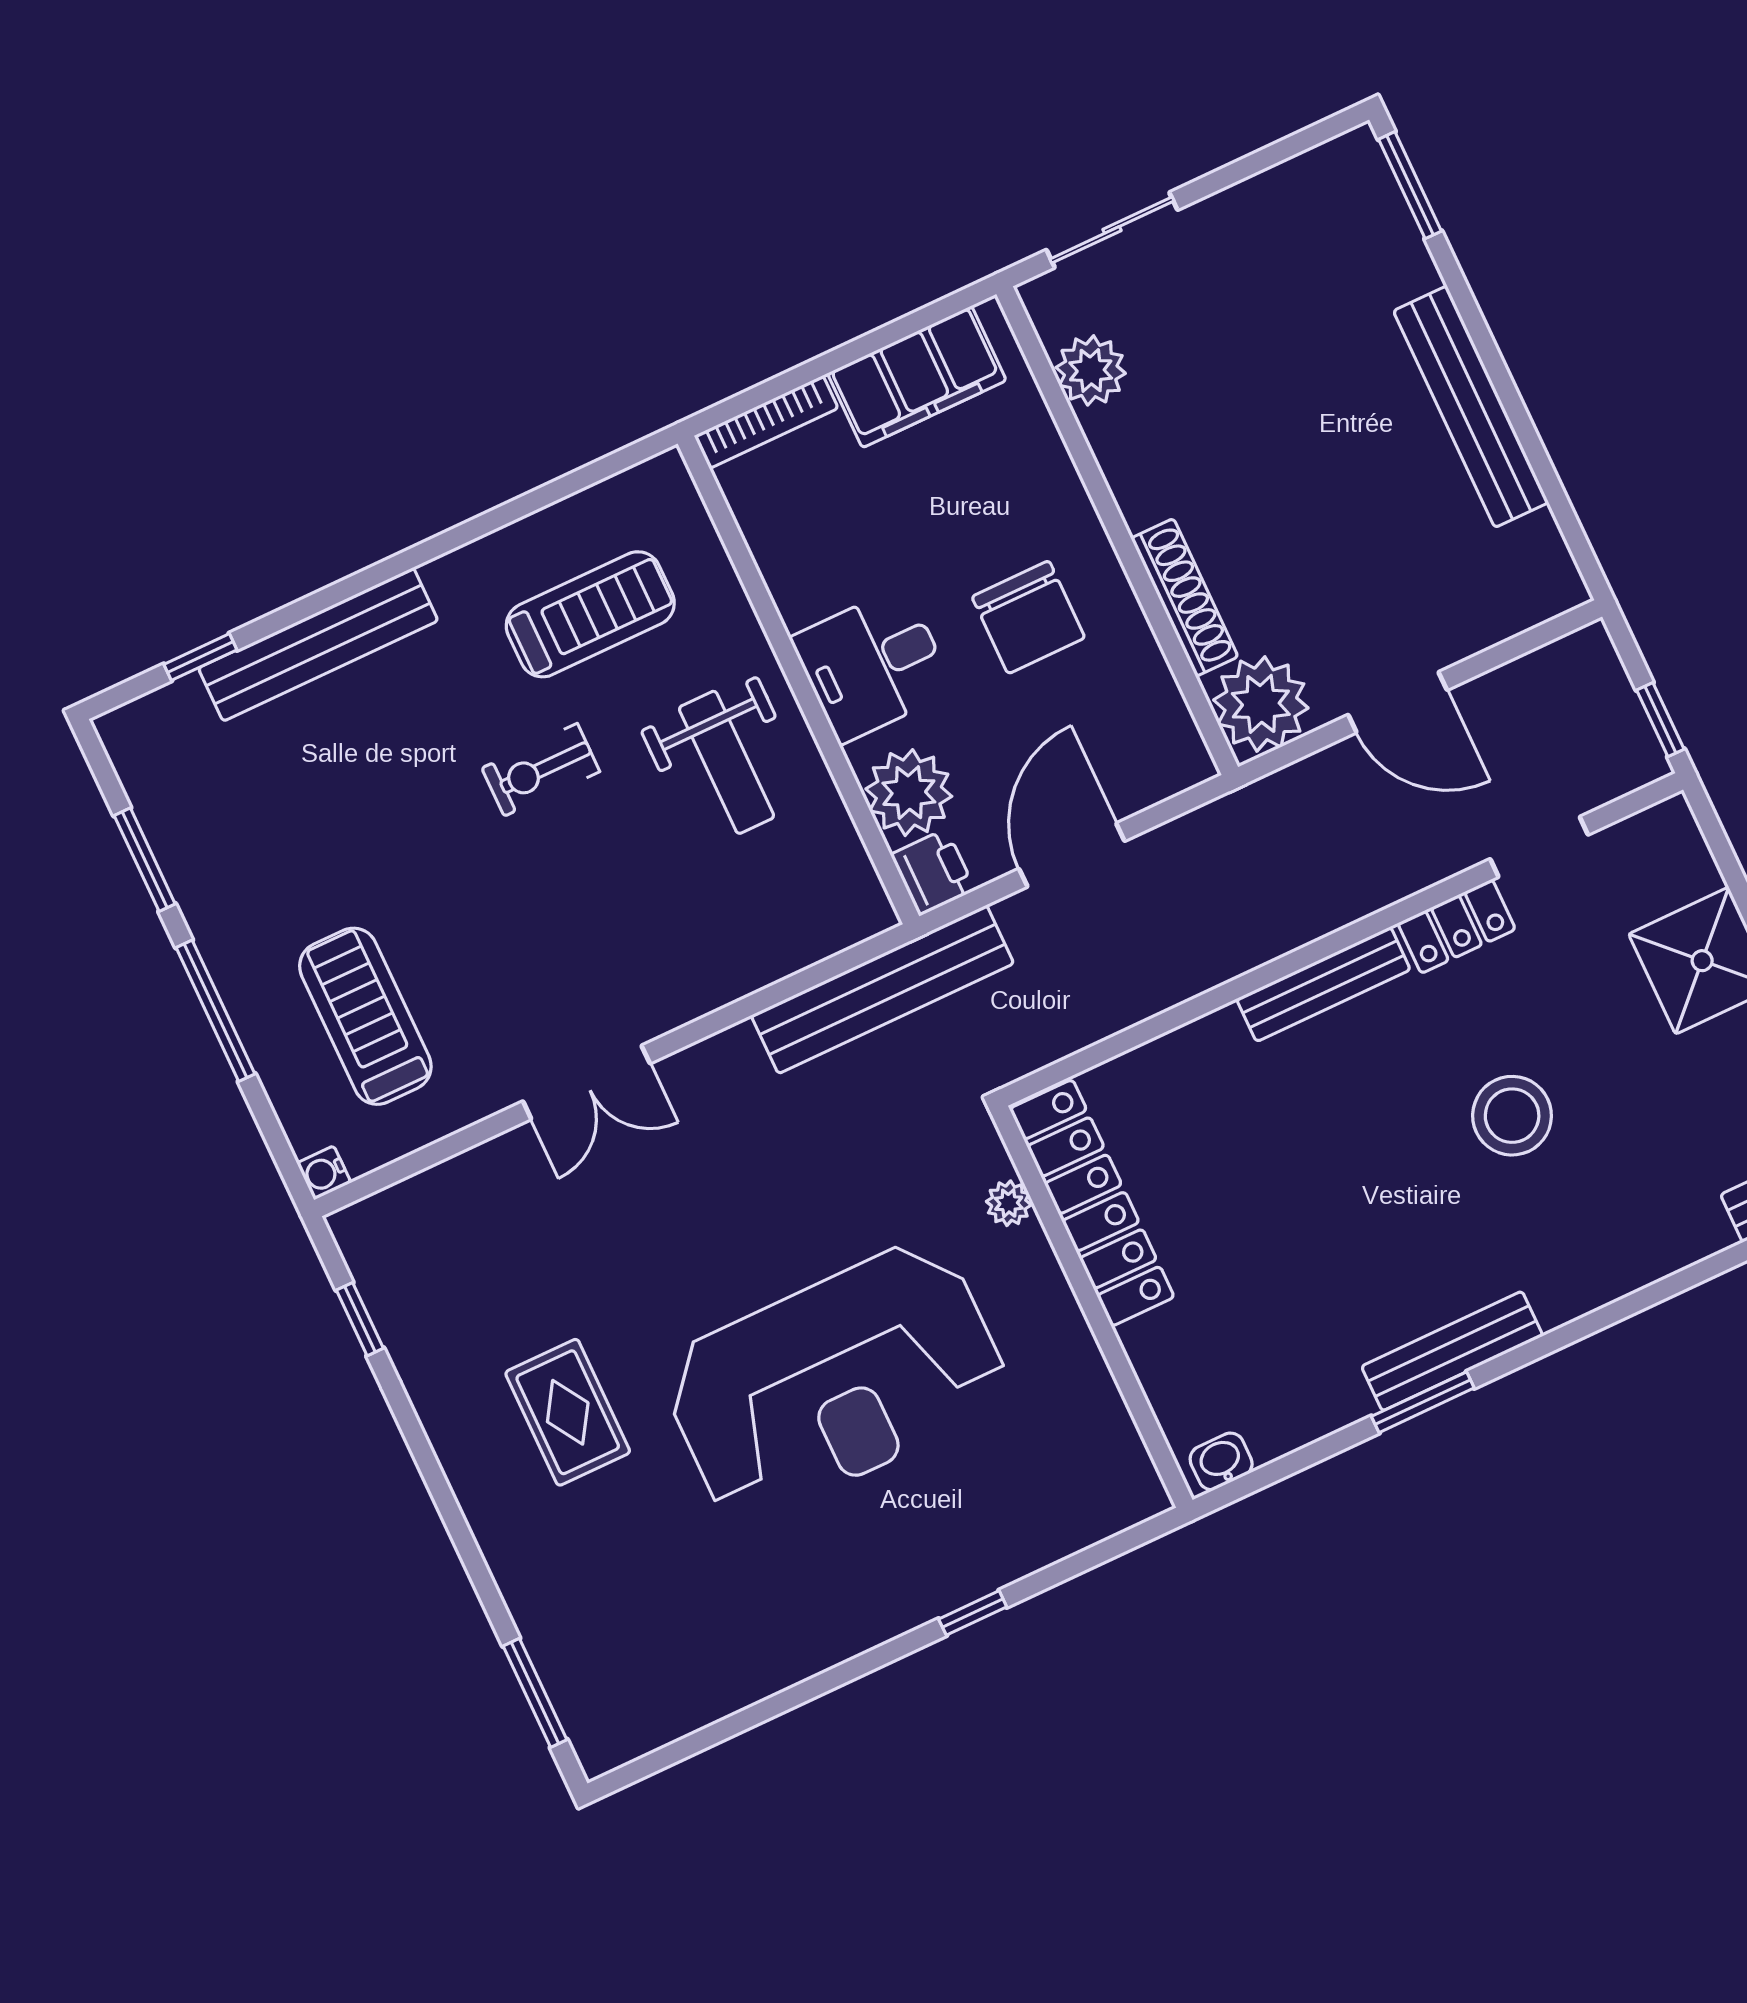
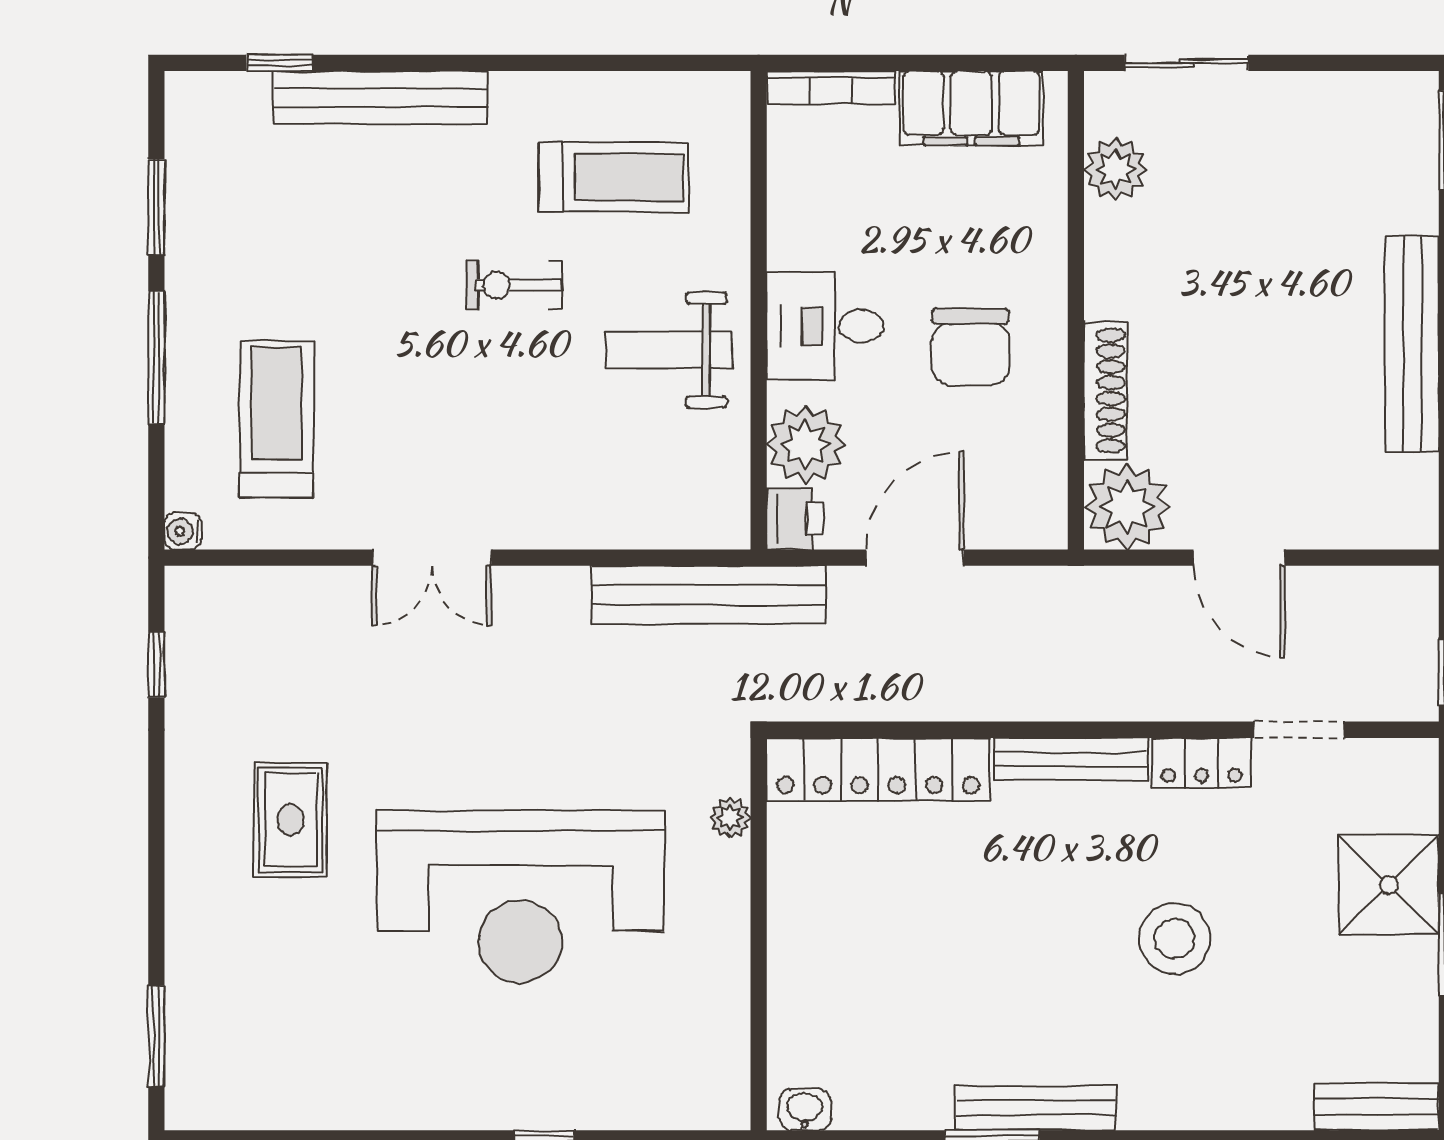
weight bench: (726, 762) -> (668, 350), turned 90
locker: (1092, 1203) -> (878, 769), moved, turned 90

